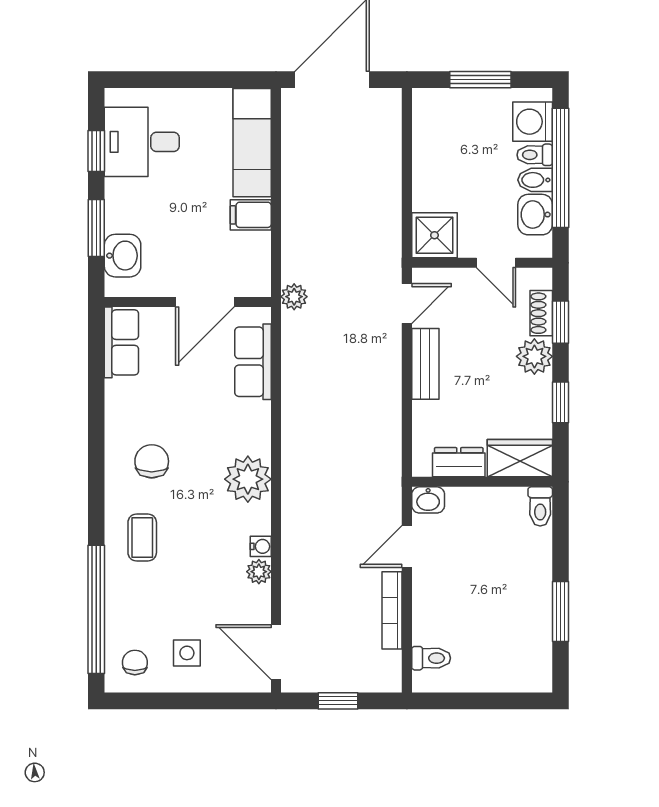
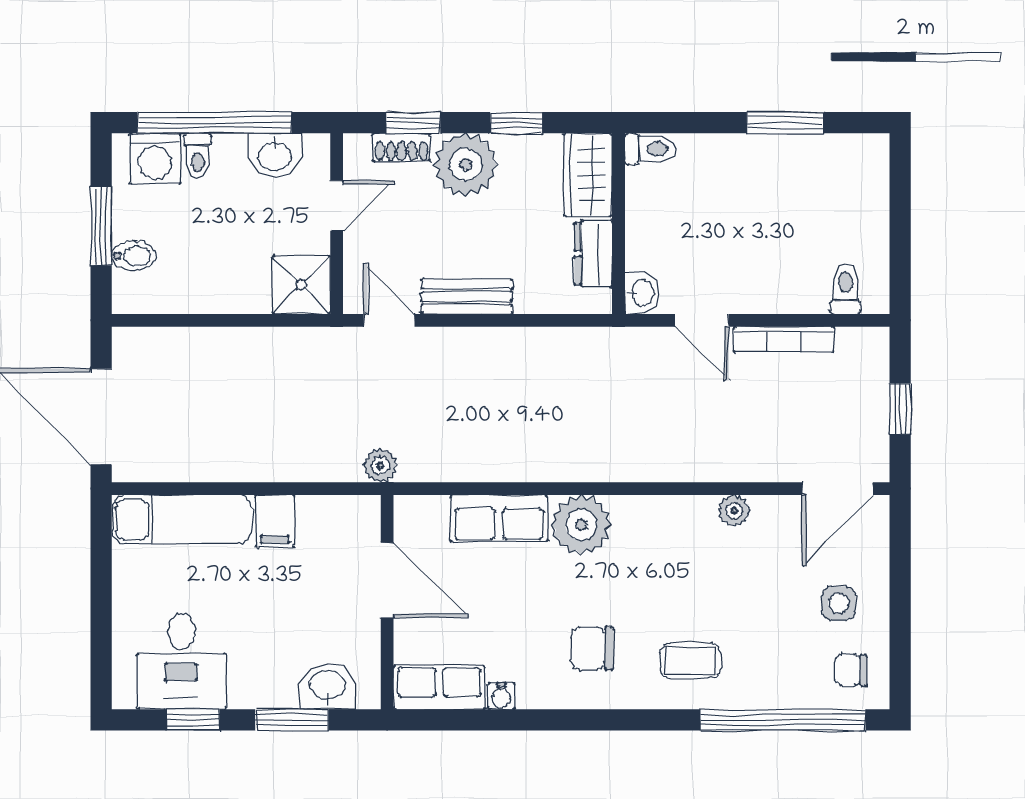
bidet: (535, 180) -> (134, 256), moved, turned -90
plant: (534, 356) -> (466, 165), width x1.36, depth x1.36
row of seats: (253, 362) -> (499, 518), moved
plant: (248, 479) -> (581, 525), moved
water cooler: (261, 546) -> (501, 696), moved, turned 180

